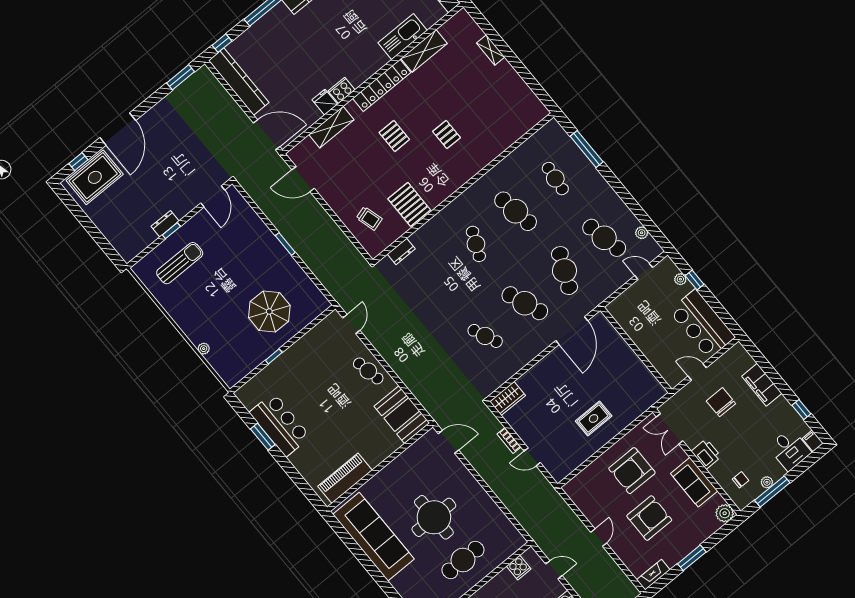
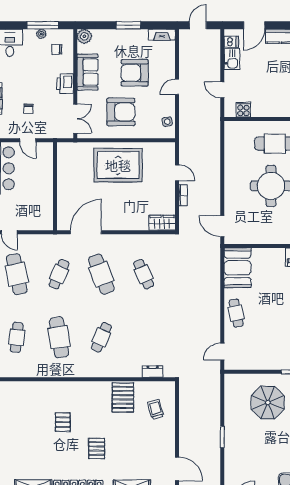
cafe table: (564, 271) -> (59, 274), width x0.73, depth x0.74
chair: (721, 402) -> (29, 109), width x0.54, depth x0.54
rug: (594, 418) -> (118, 165), width x1.86, depth x2.06
side table: (581, 497) -> (167, 122), added

